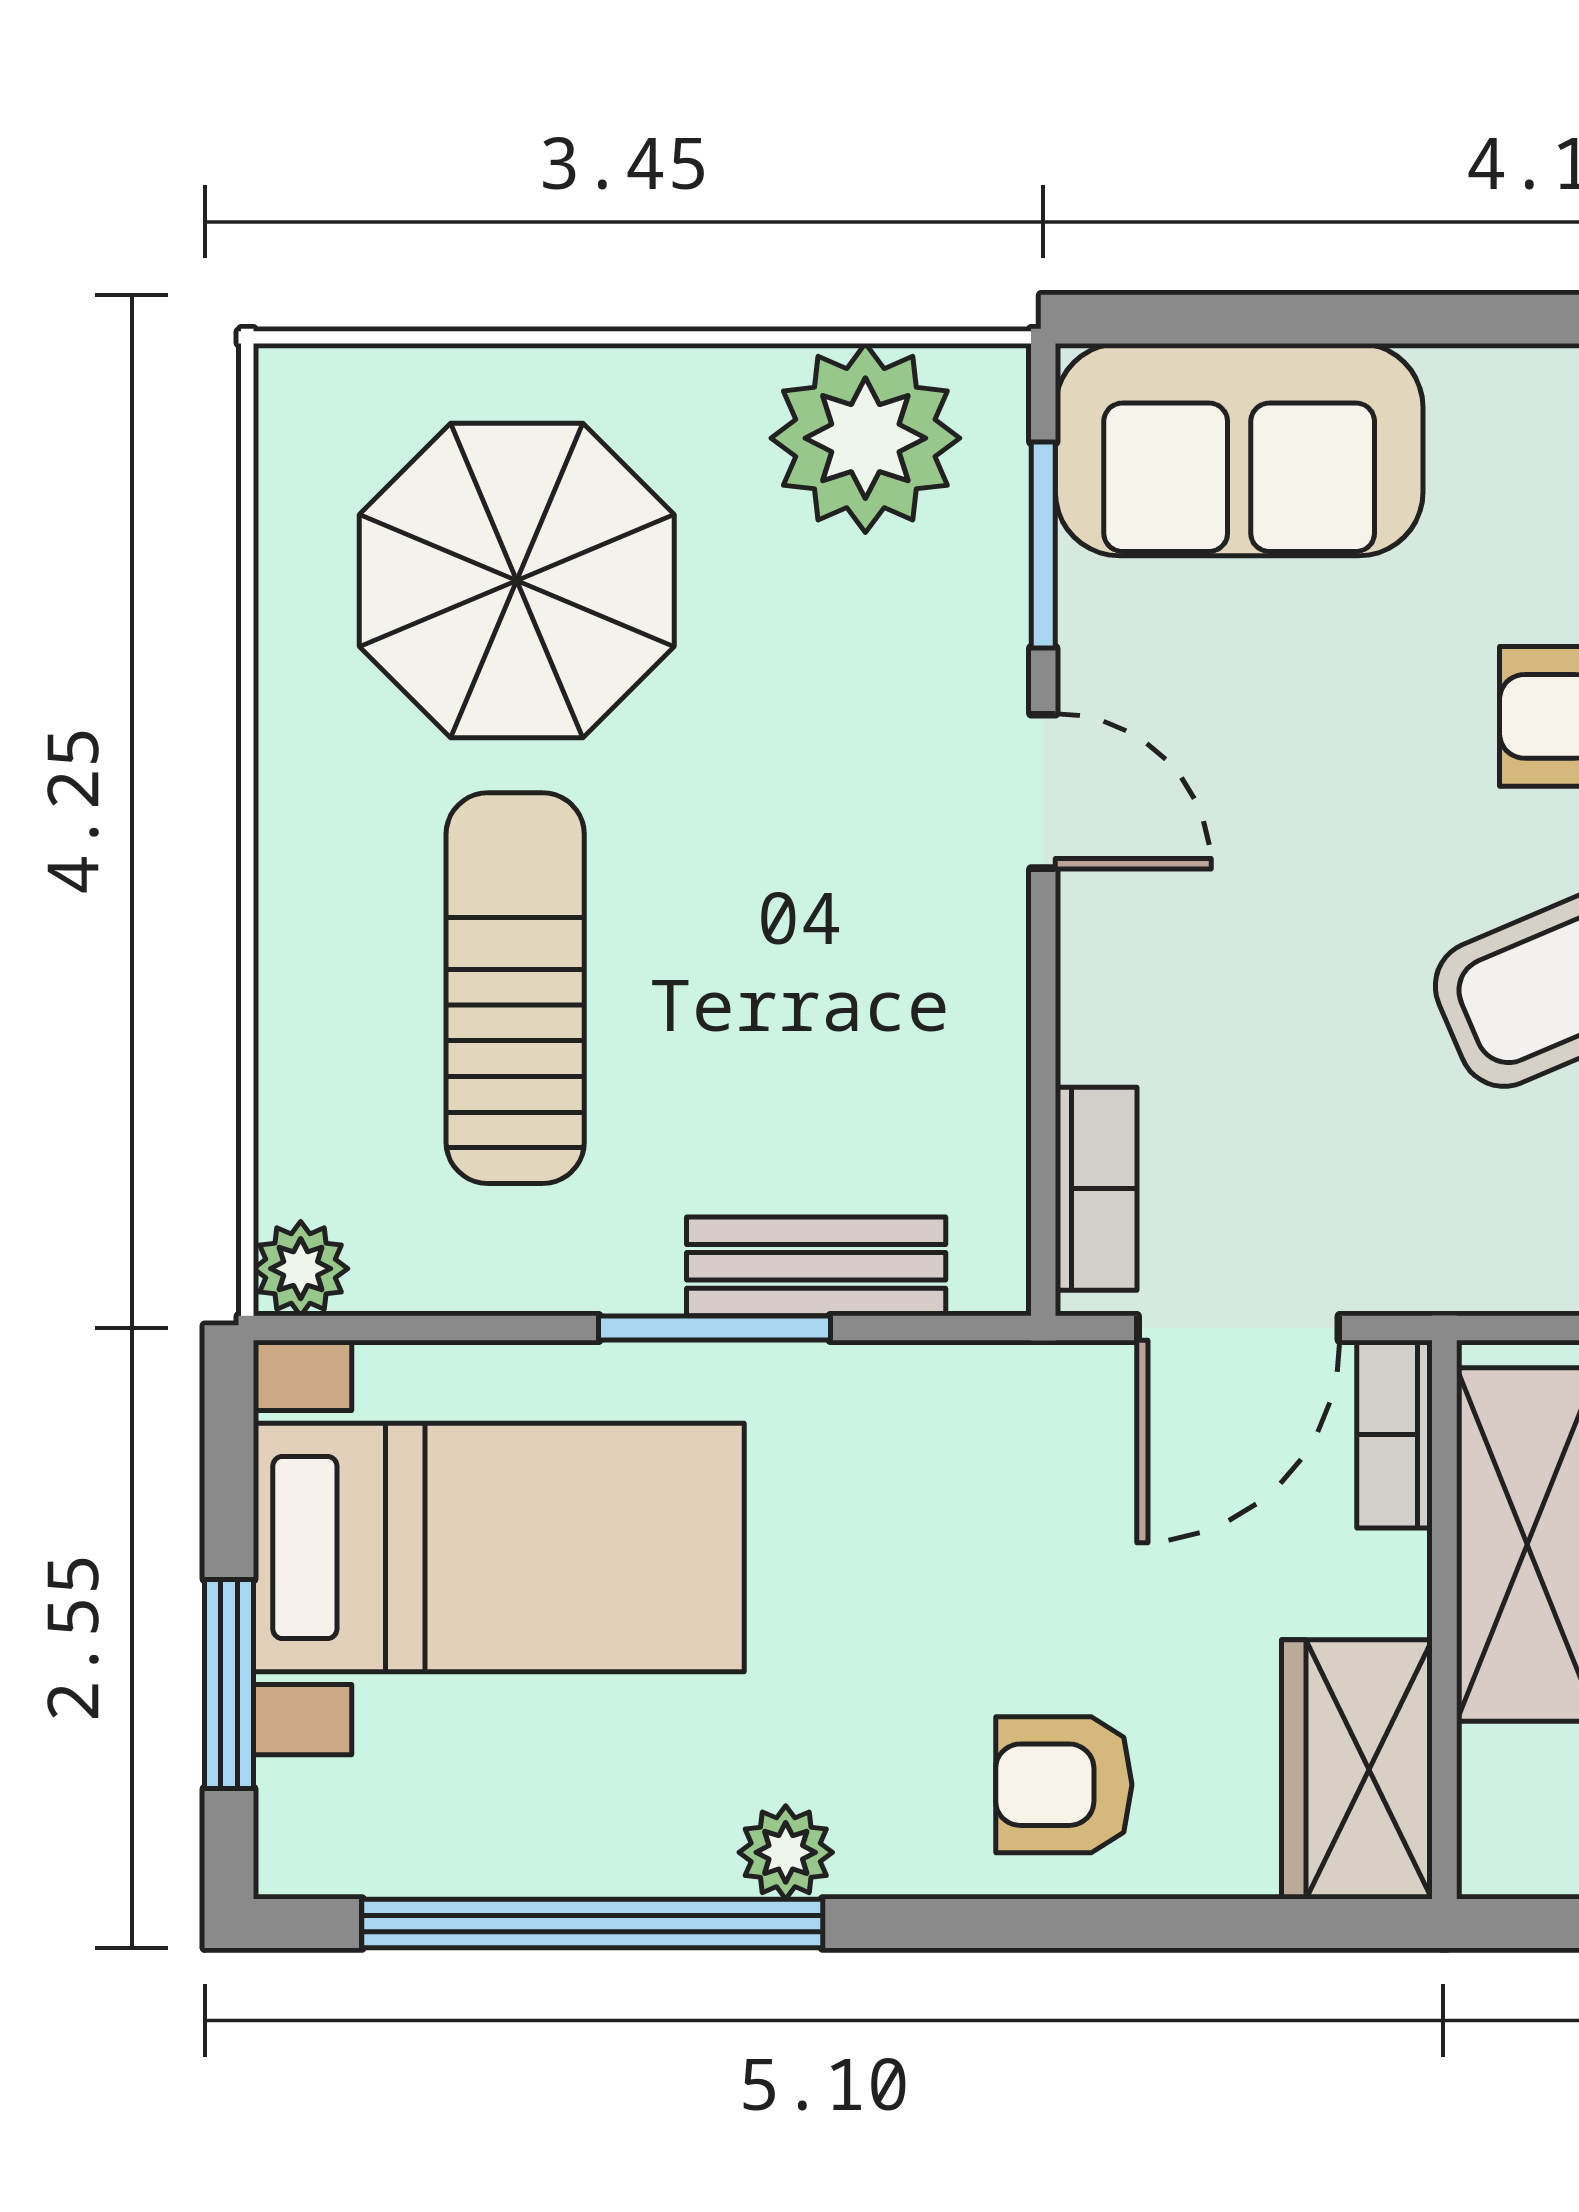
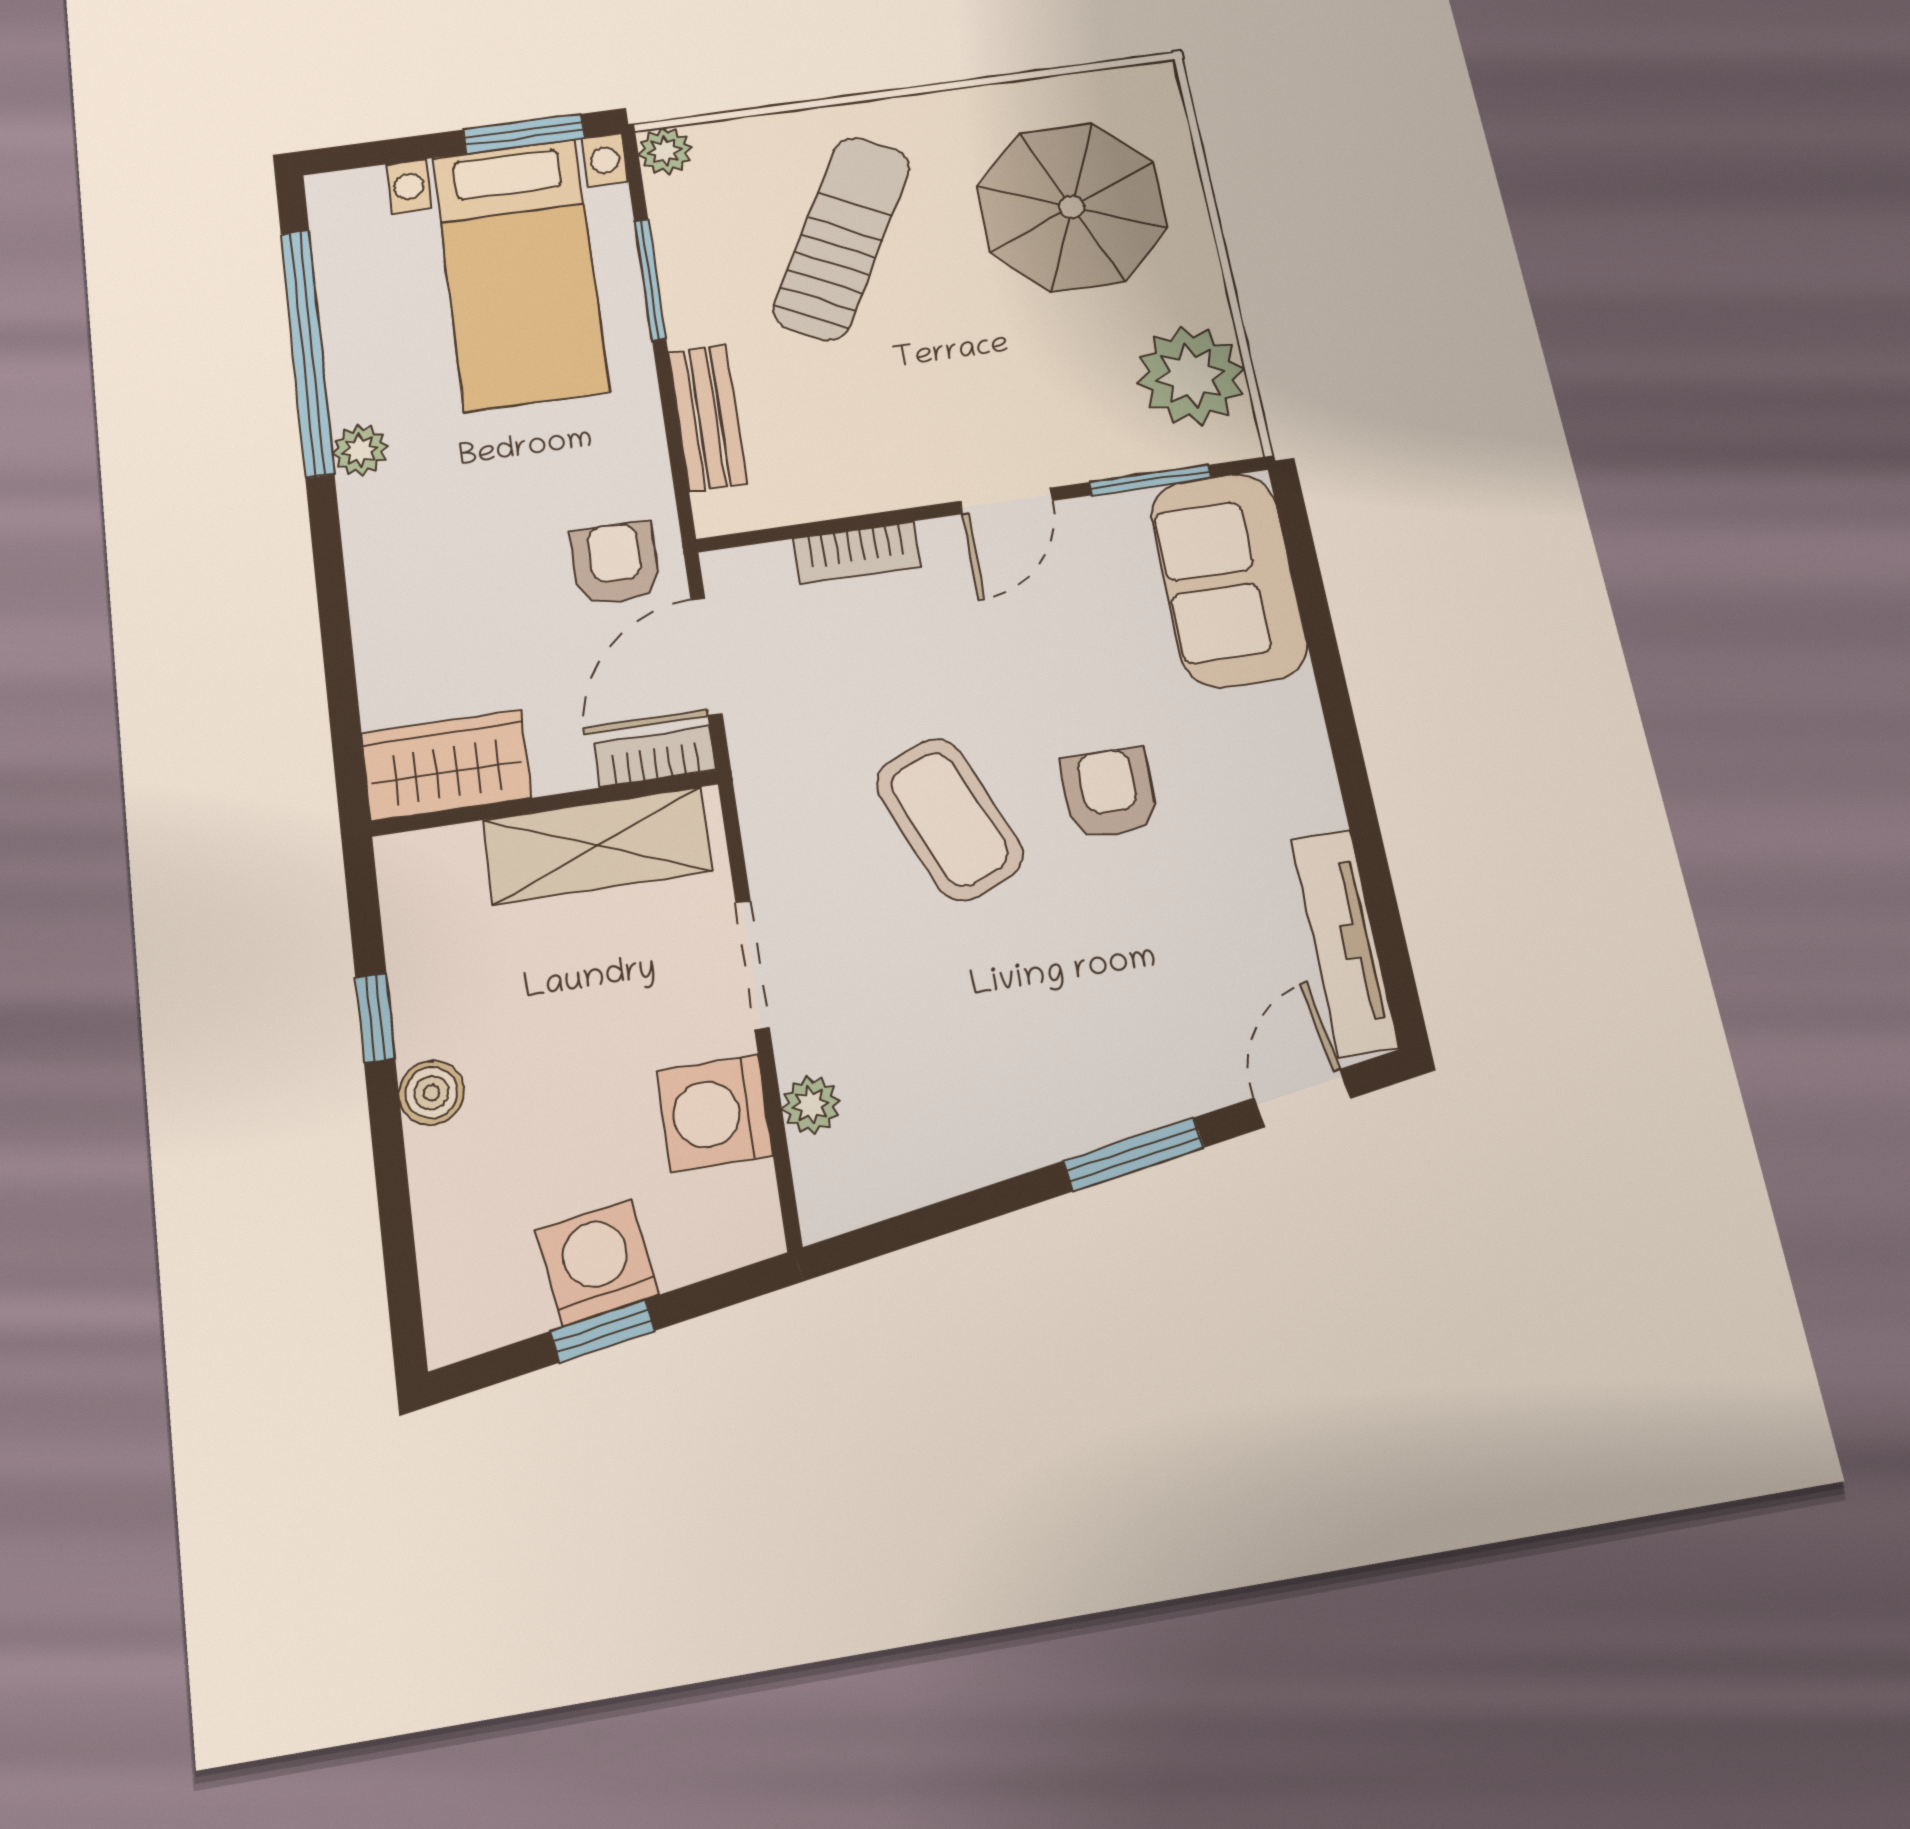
sun lounger: (515, 988) -> (842, 238), turned -62
bookcase: (1096, 1189) -> (857, 553), moved
window: (714, 1328) -> (650, 279), moved
door: (1238, 1328) -> (706, 657), hinge flipped
window: (229, 1684) -> (524, 134), moved
armchair: (1064, 1785) -> (616, 563), moved

